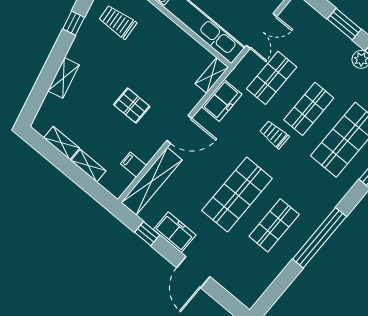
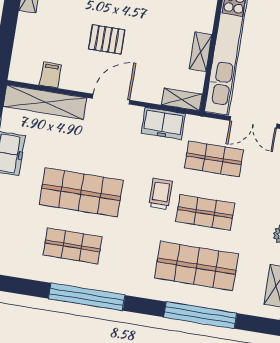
pallet: (132, 106) -> (107, 39), turned 90
door: (179, 129) -> (111, 99), swing flipped
shelving: (88, 166) -> (201, 52), moved

